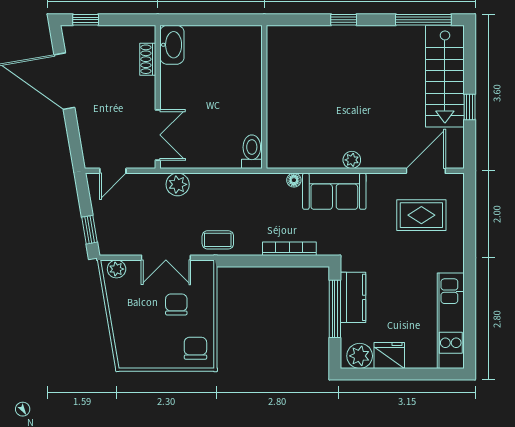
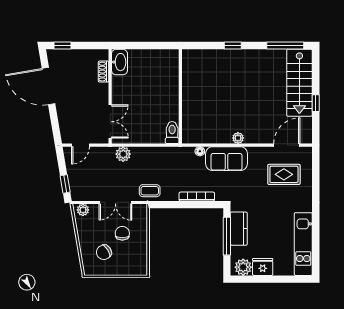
chair: (195, 348) -> (104, 252), moved, turned -122

